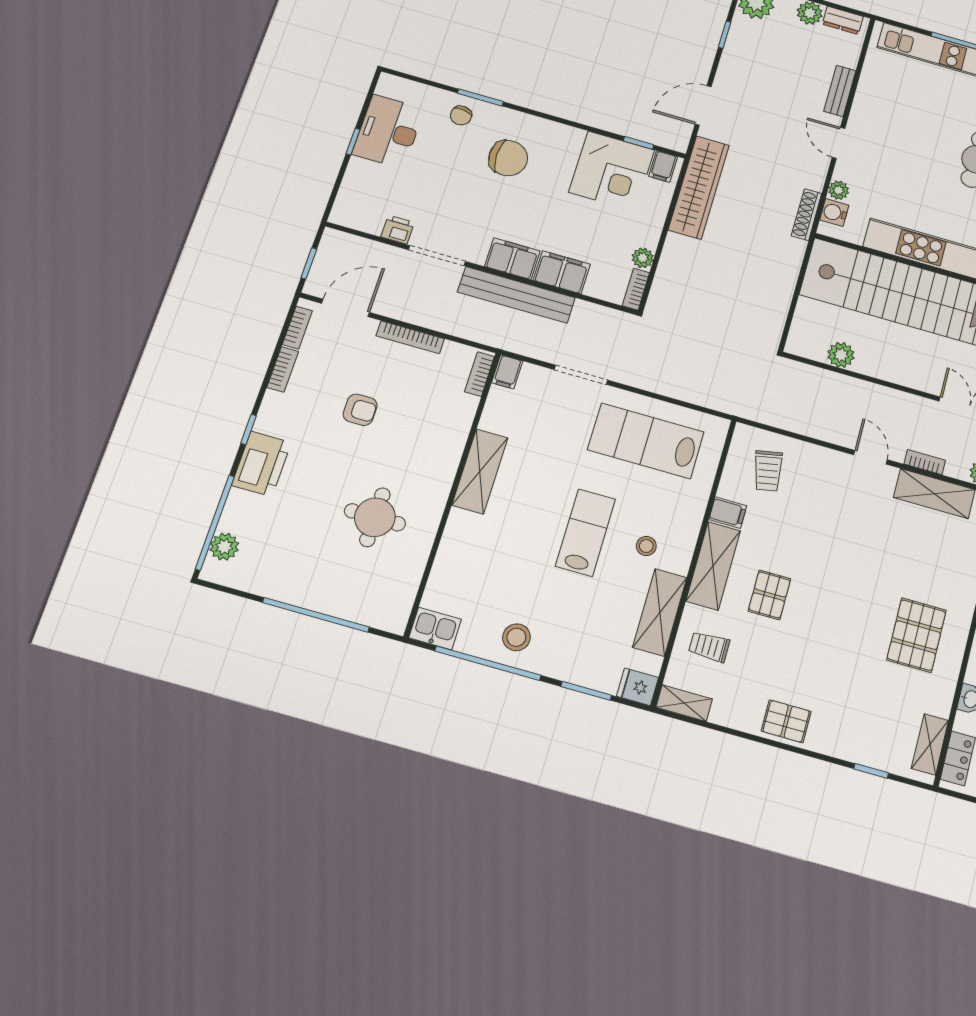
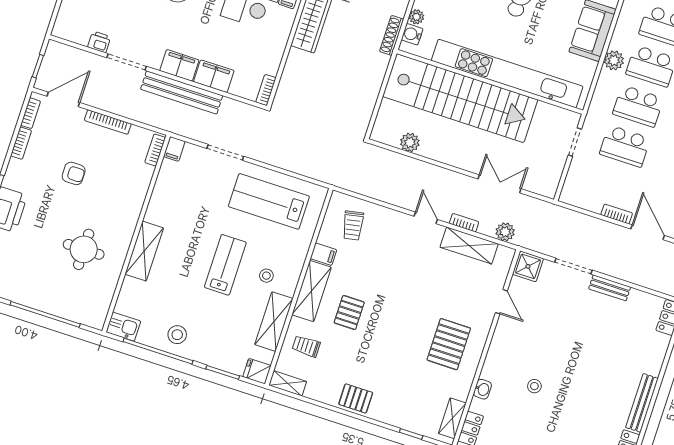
plant: (643, 258) -> (272, 66), removed
shelving: (480, 471) -> (144, 251), moved

